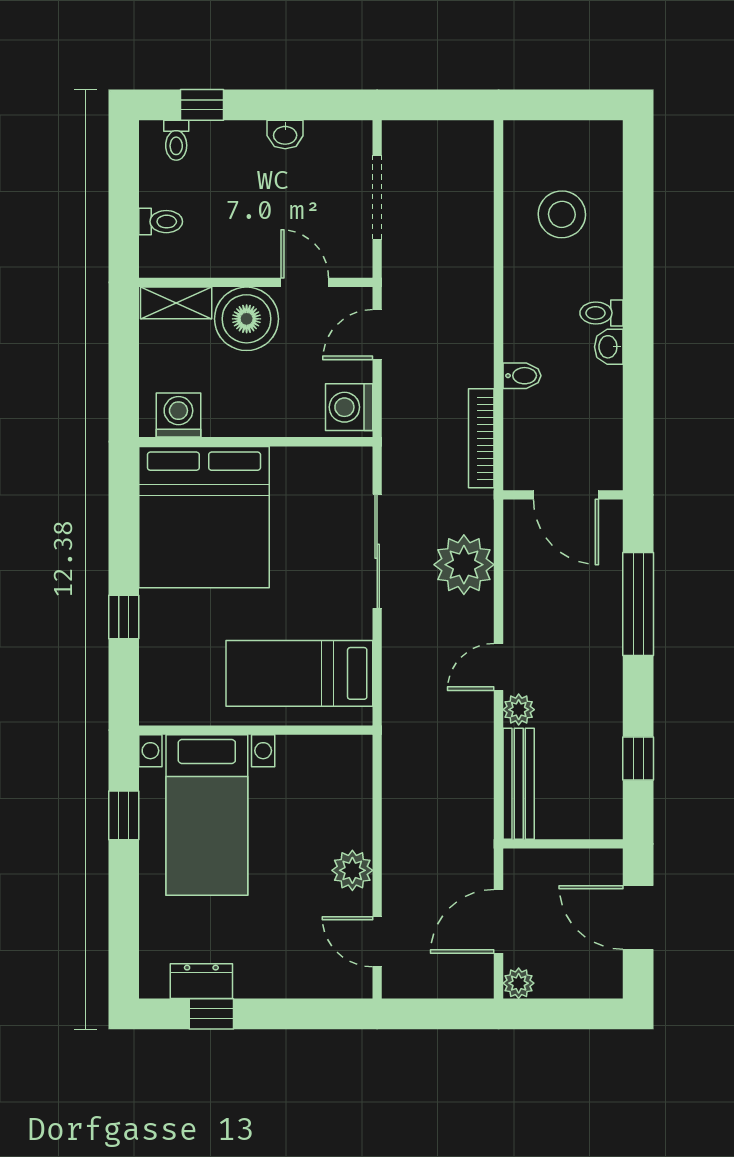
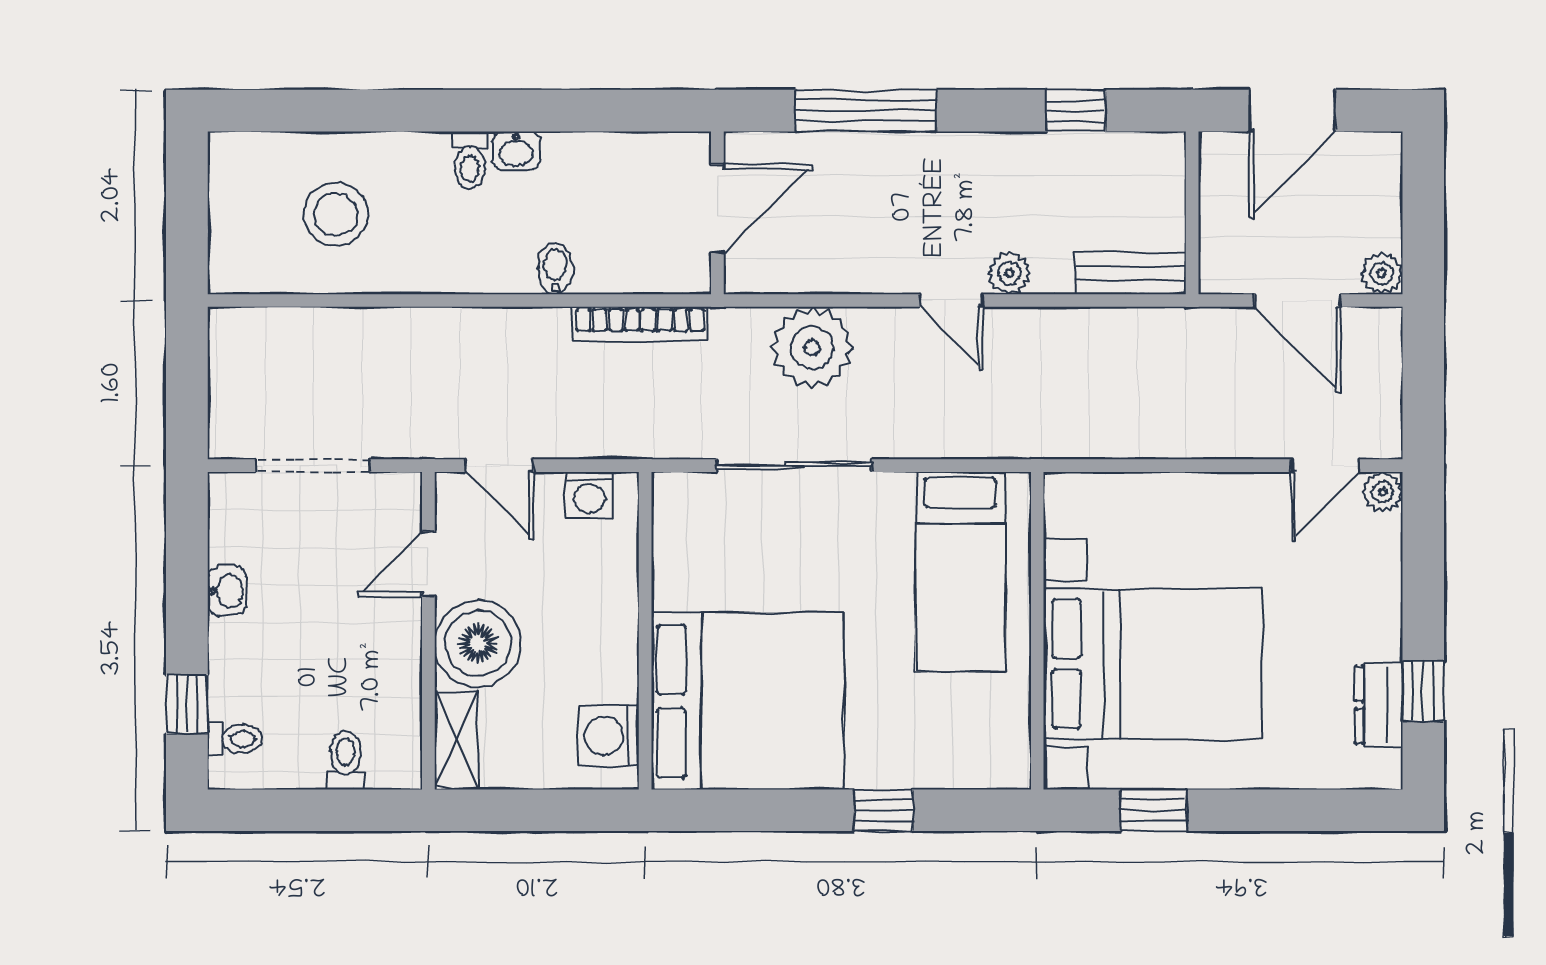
washing machine: (349, 407) -> (589, 495), width x0.73, depth x0.73
bench: (519, 784) -> (1130, 273), width x0.73
bed with nightstands: (207, 815) -> (1153, 664), width x1.36
plant: (352, 870) -> (1383, 492), moved, width x0.73, depth x0.73

